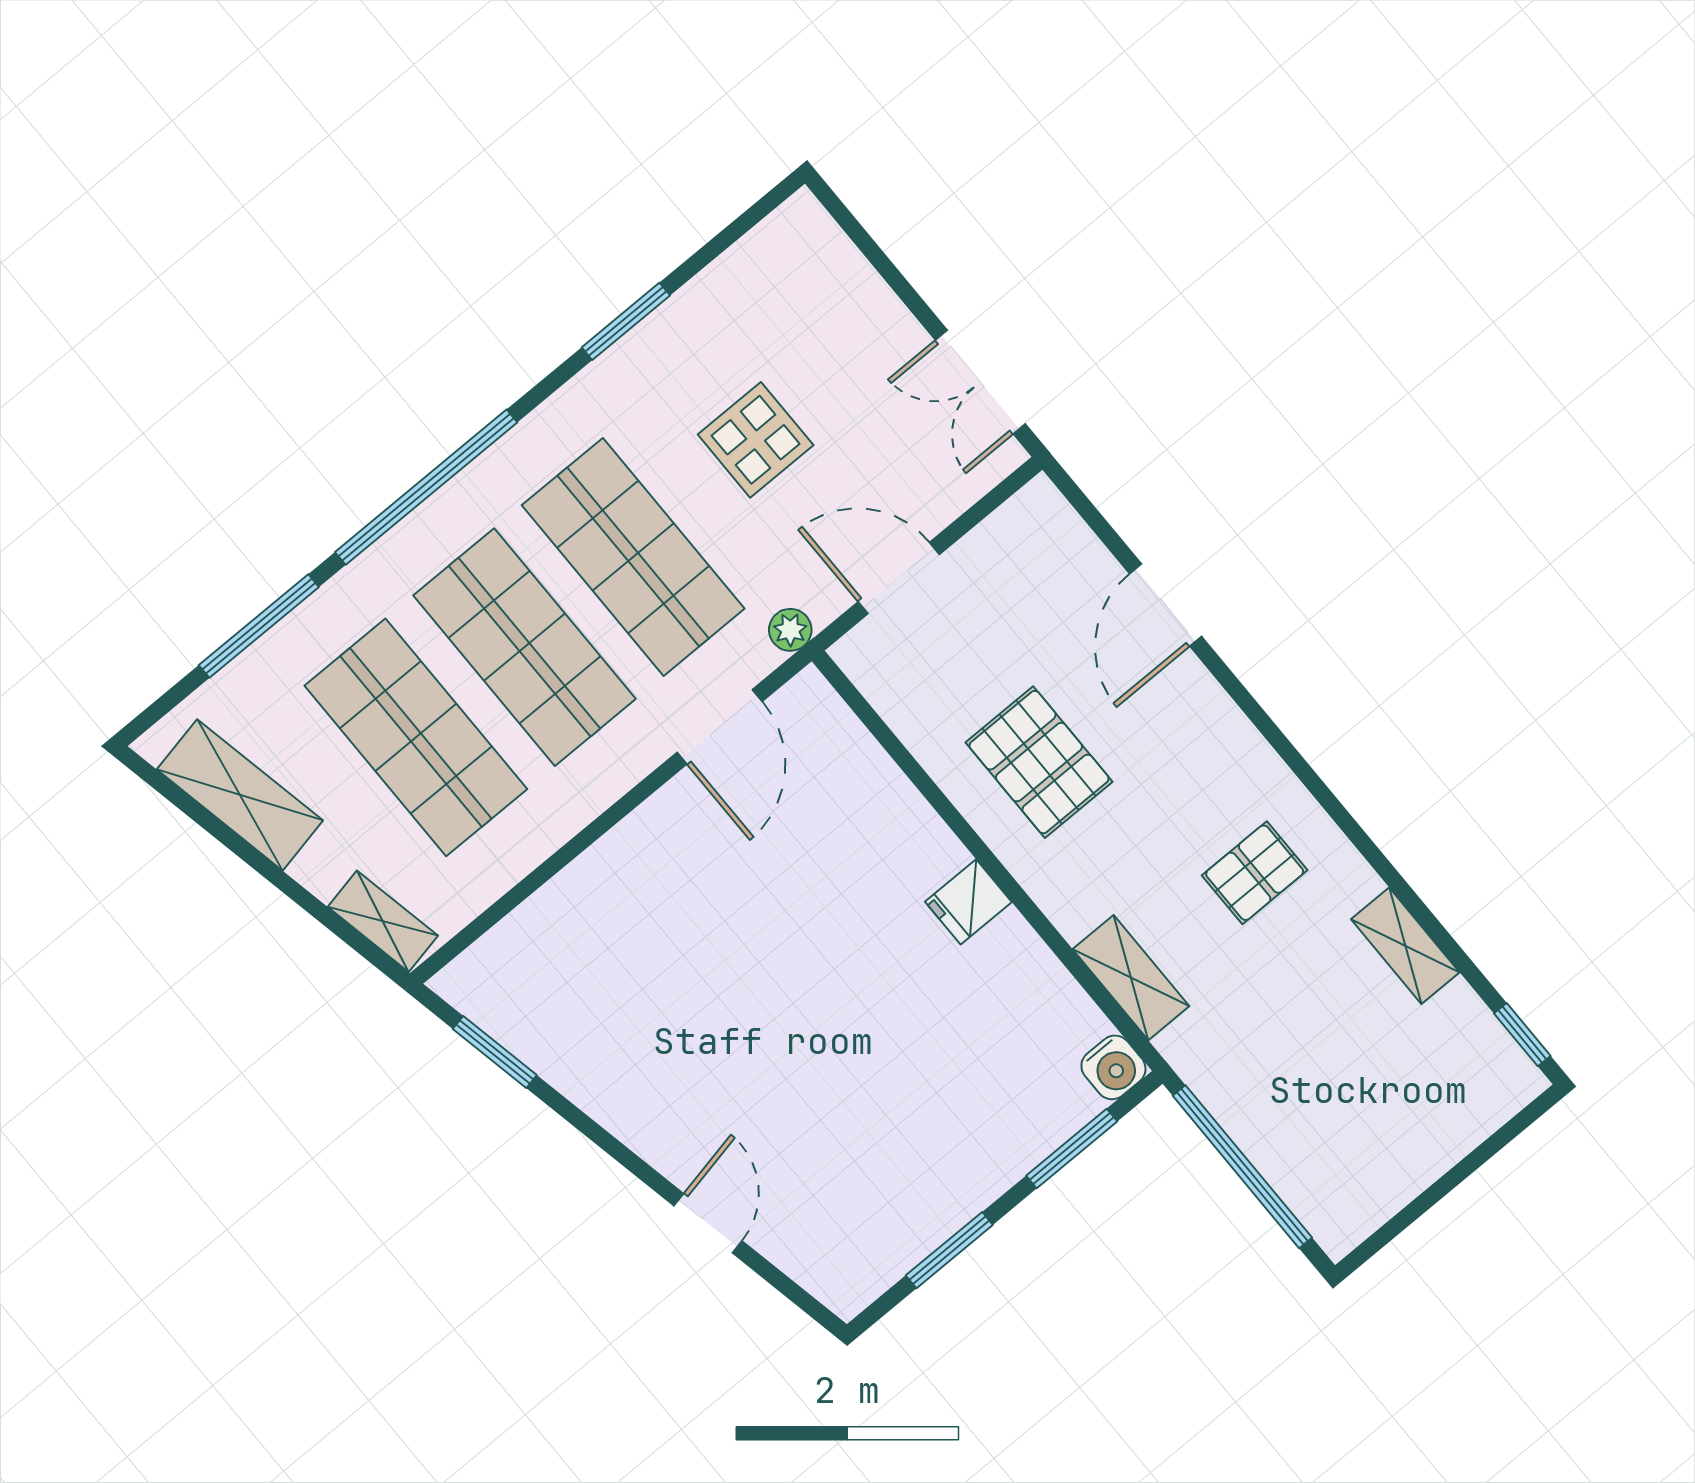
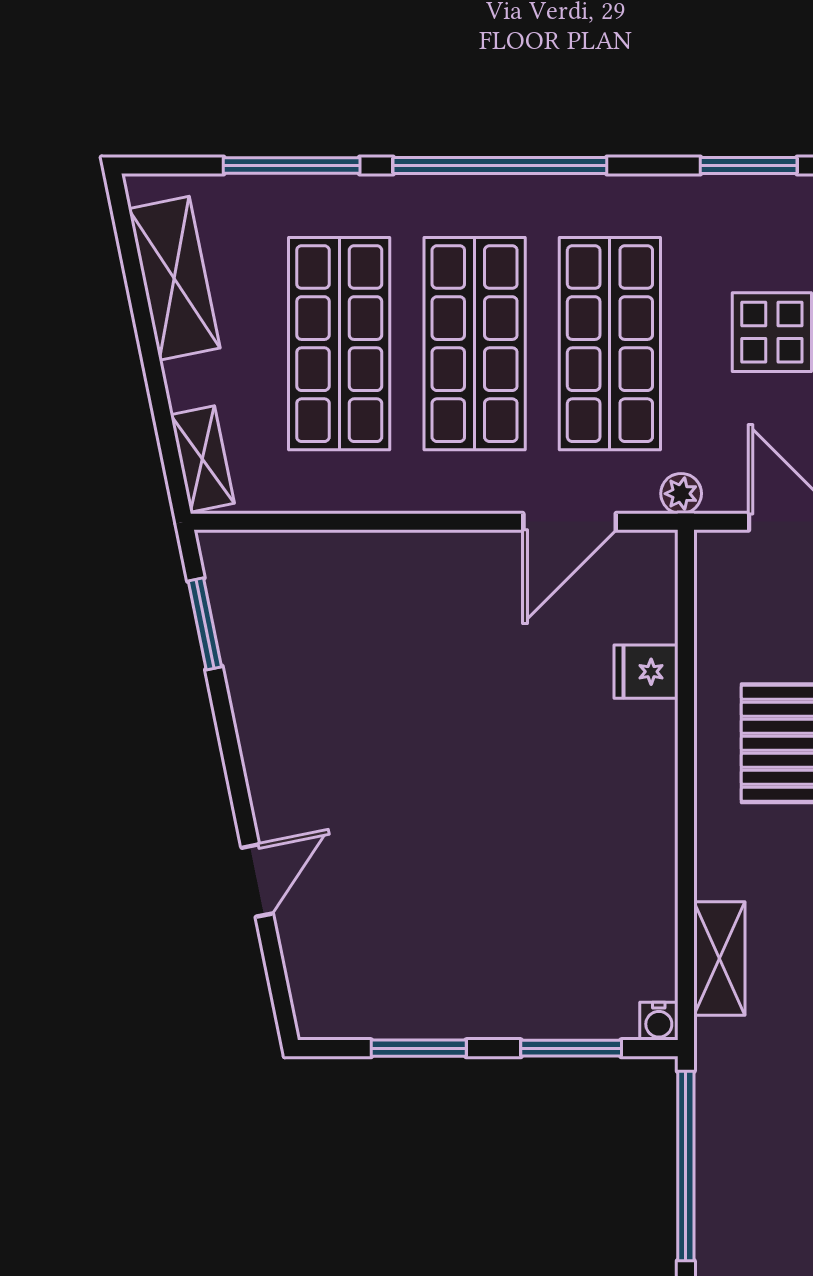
fridge: (968, 902) -> (646, 672), moved
water cooler: (1113, 1067) -> (659, 1021), width x0.72, depth x0.72

